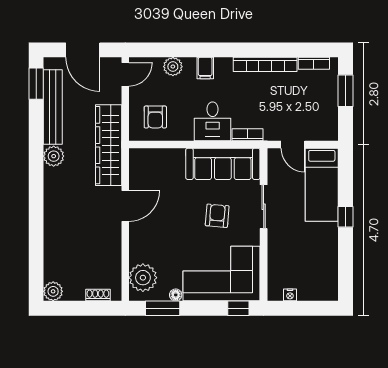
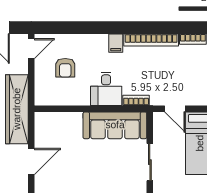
plant: (173, 67) -> (72, 42), removed
filing cabinet: (205, 68) -> (116, 43), moved
armchair: (155, 117) -> (65, 68), moved
armchair: (217, 216) -> (110, 170), removed

